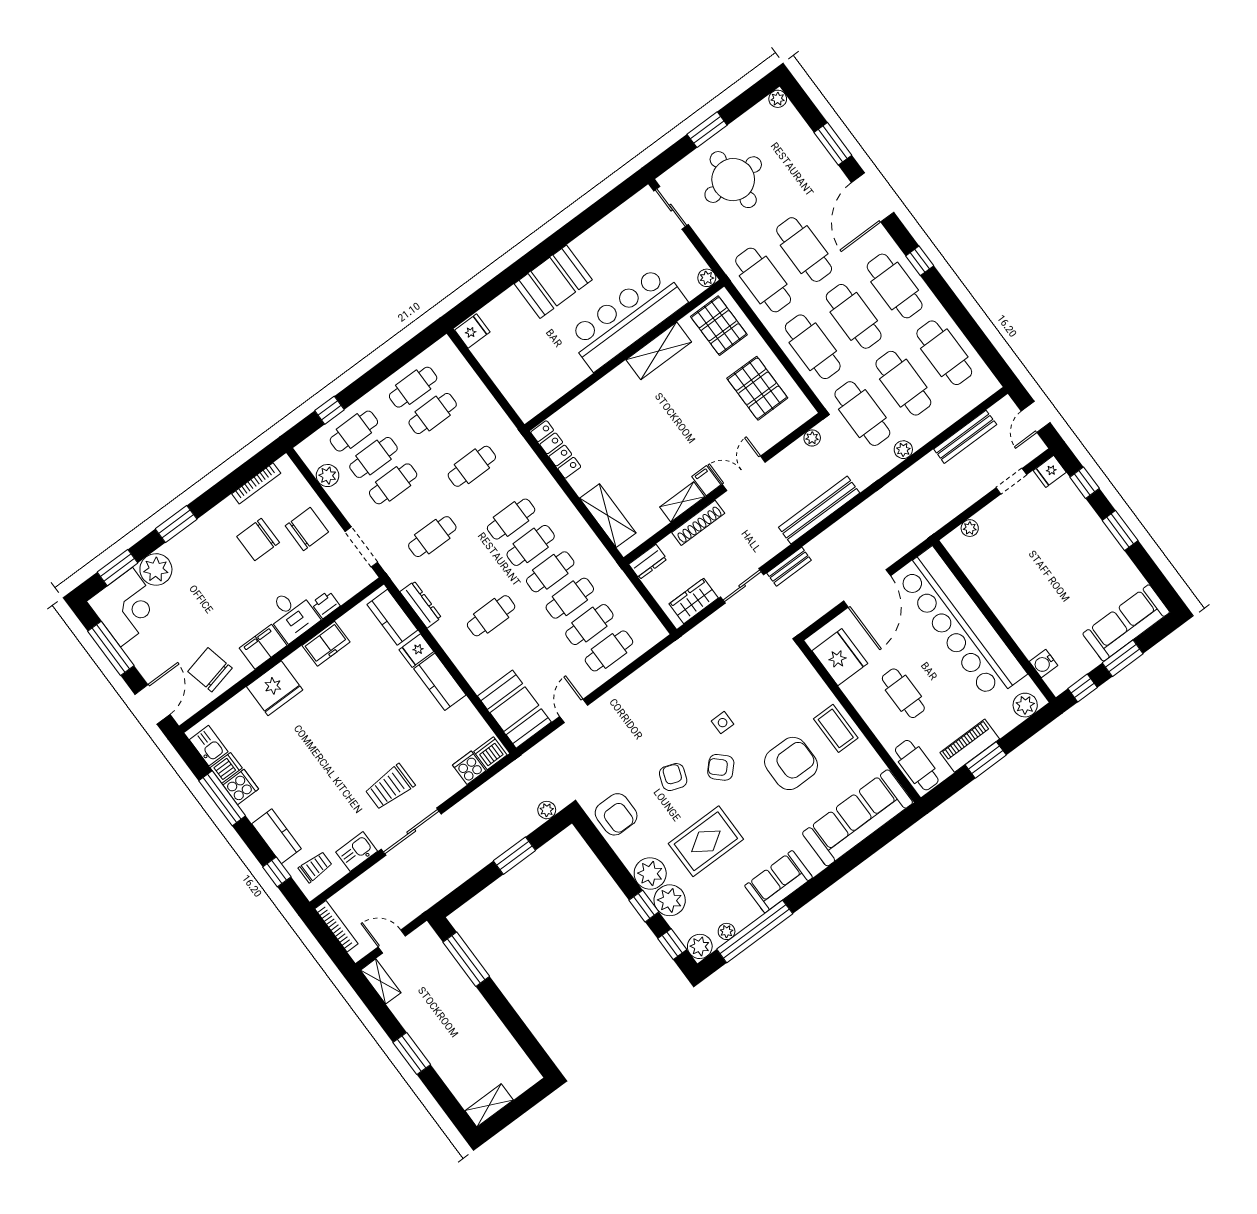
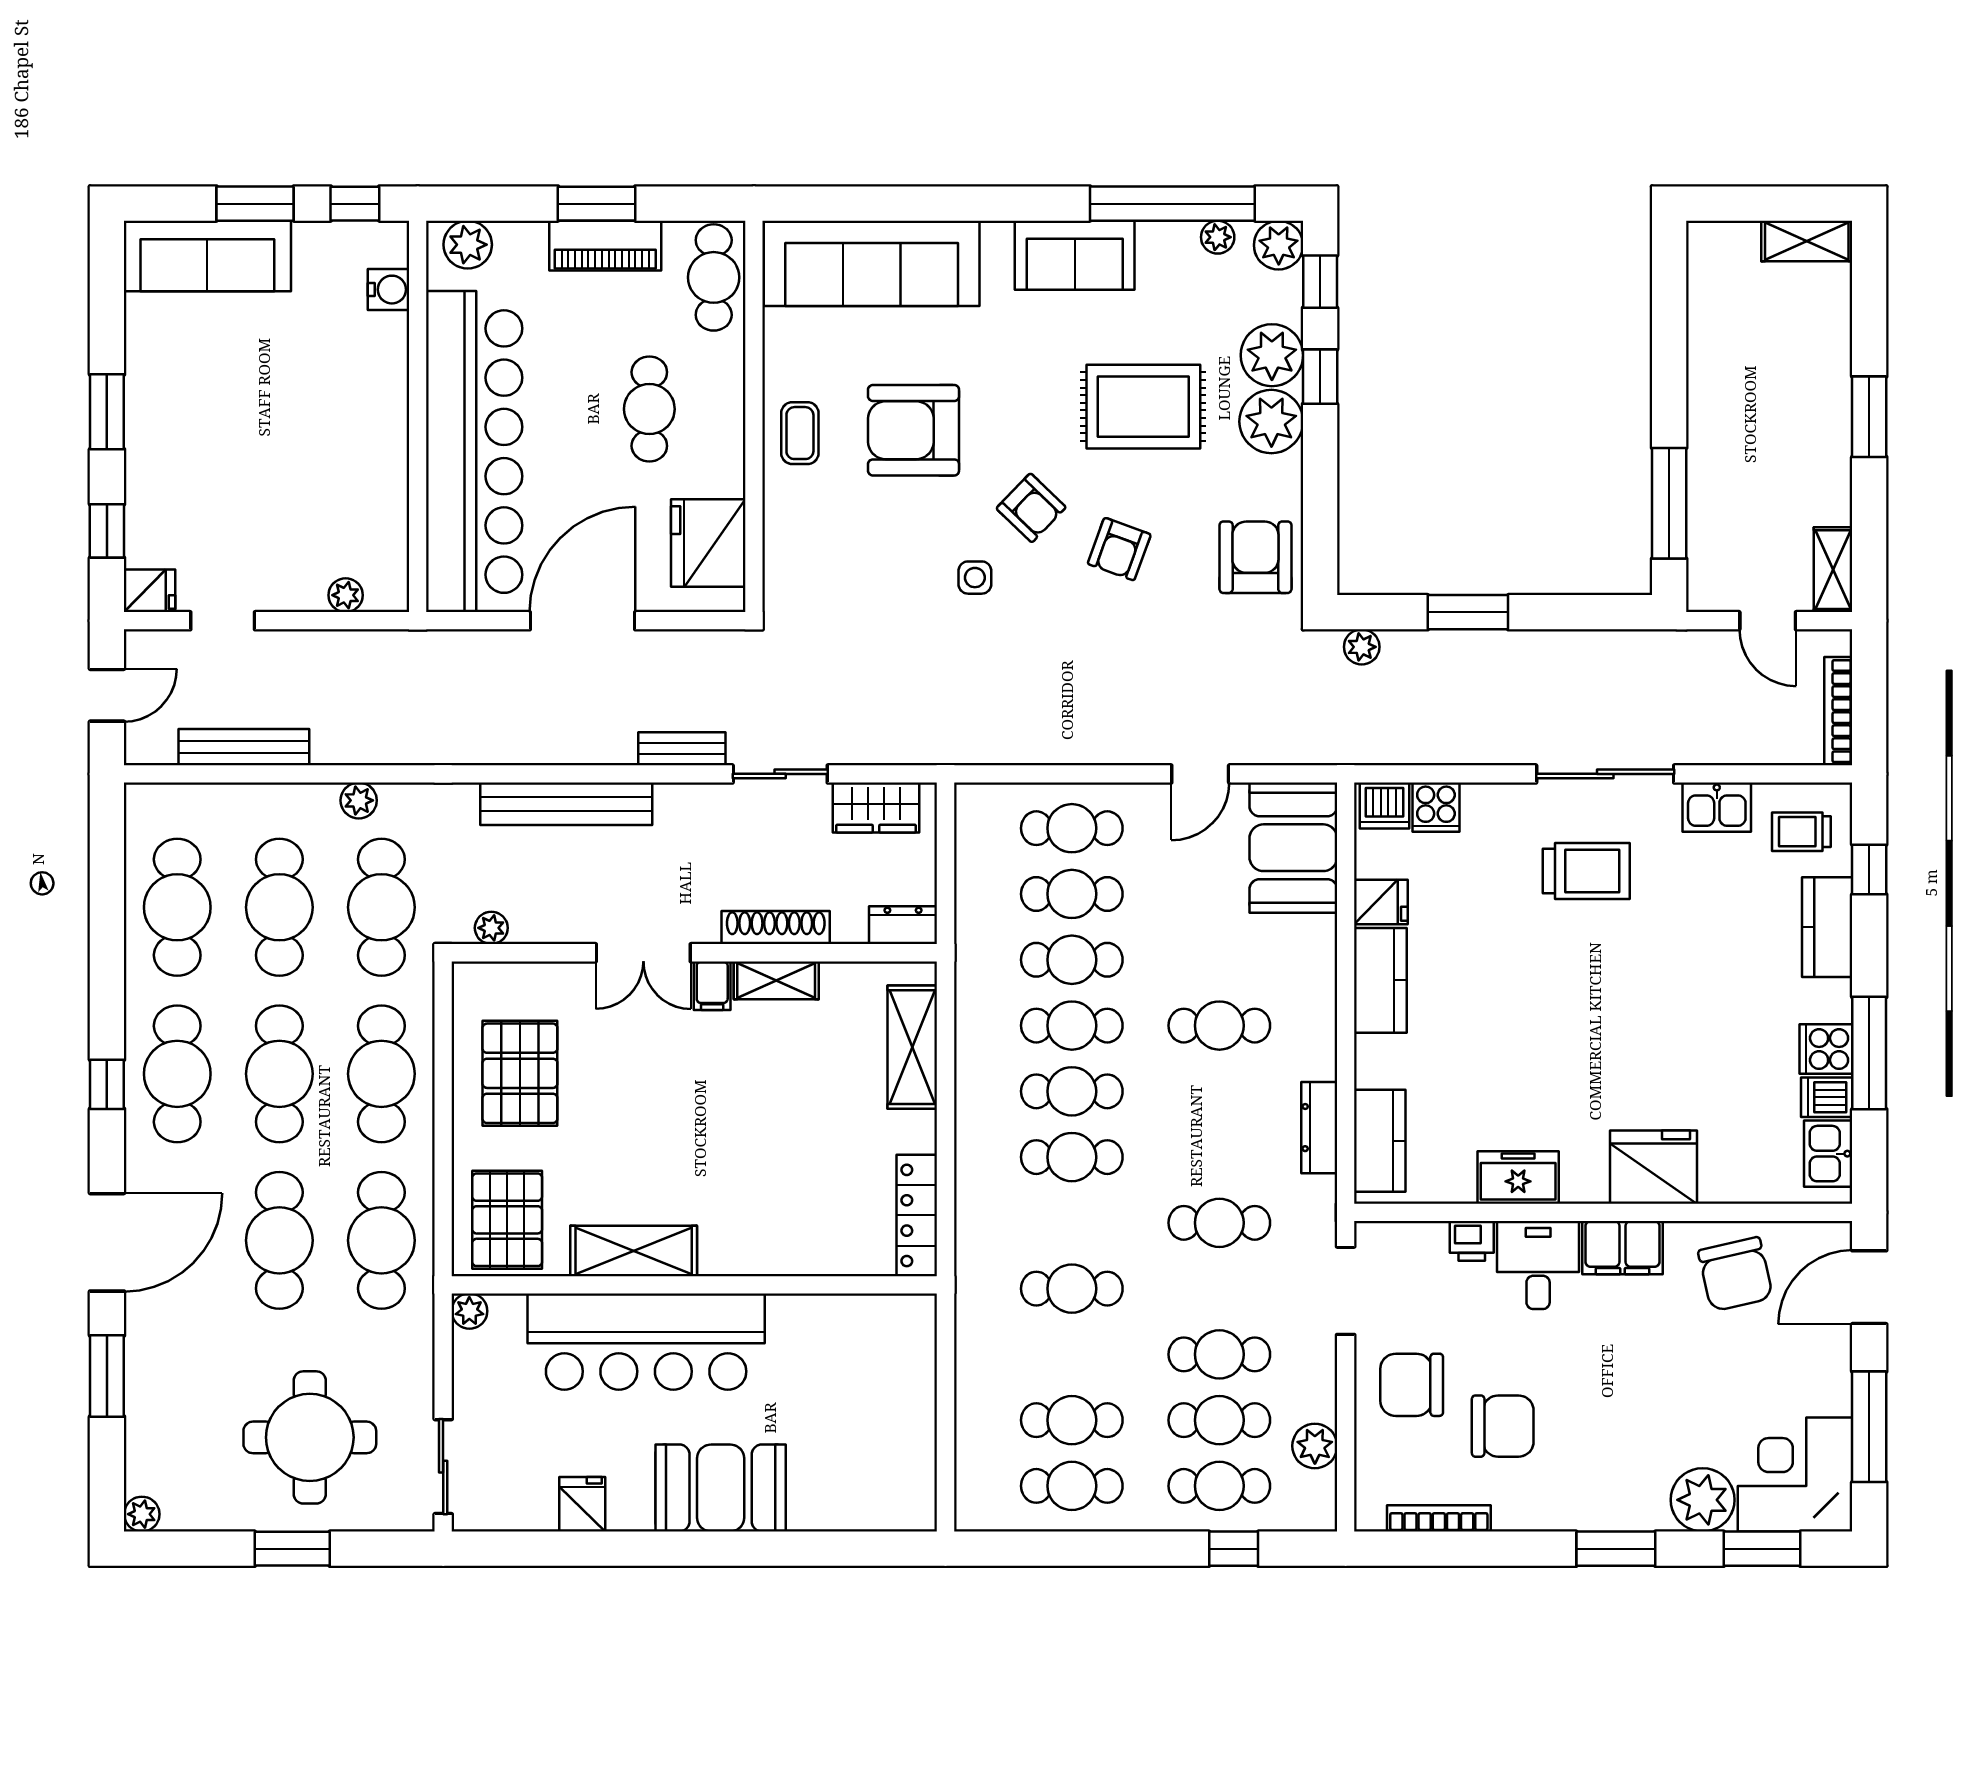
fridge: (472, 331) -> (582, 1504), moved, turned 90
fridge: (416, 651) -> (1381, 902), moved
coffee table: (836, 728) -> (800, 433), width x0.73, depth x0.77

